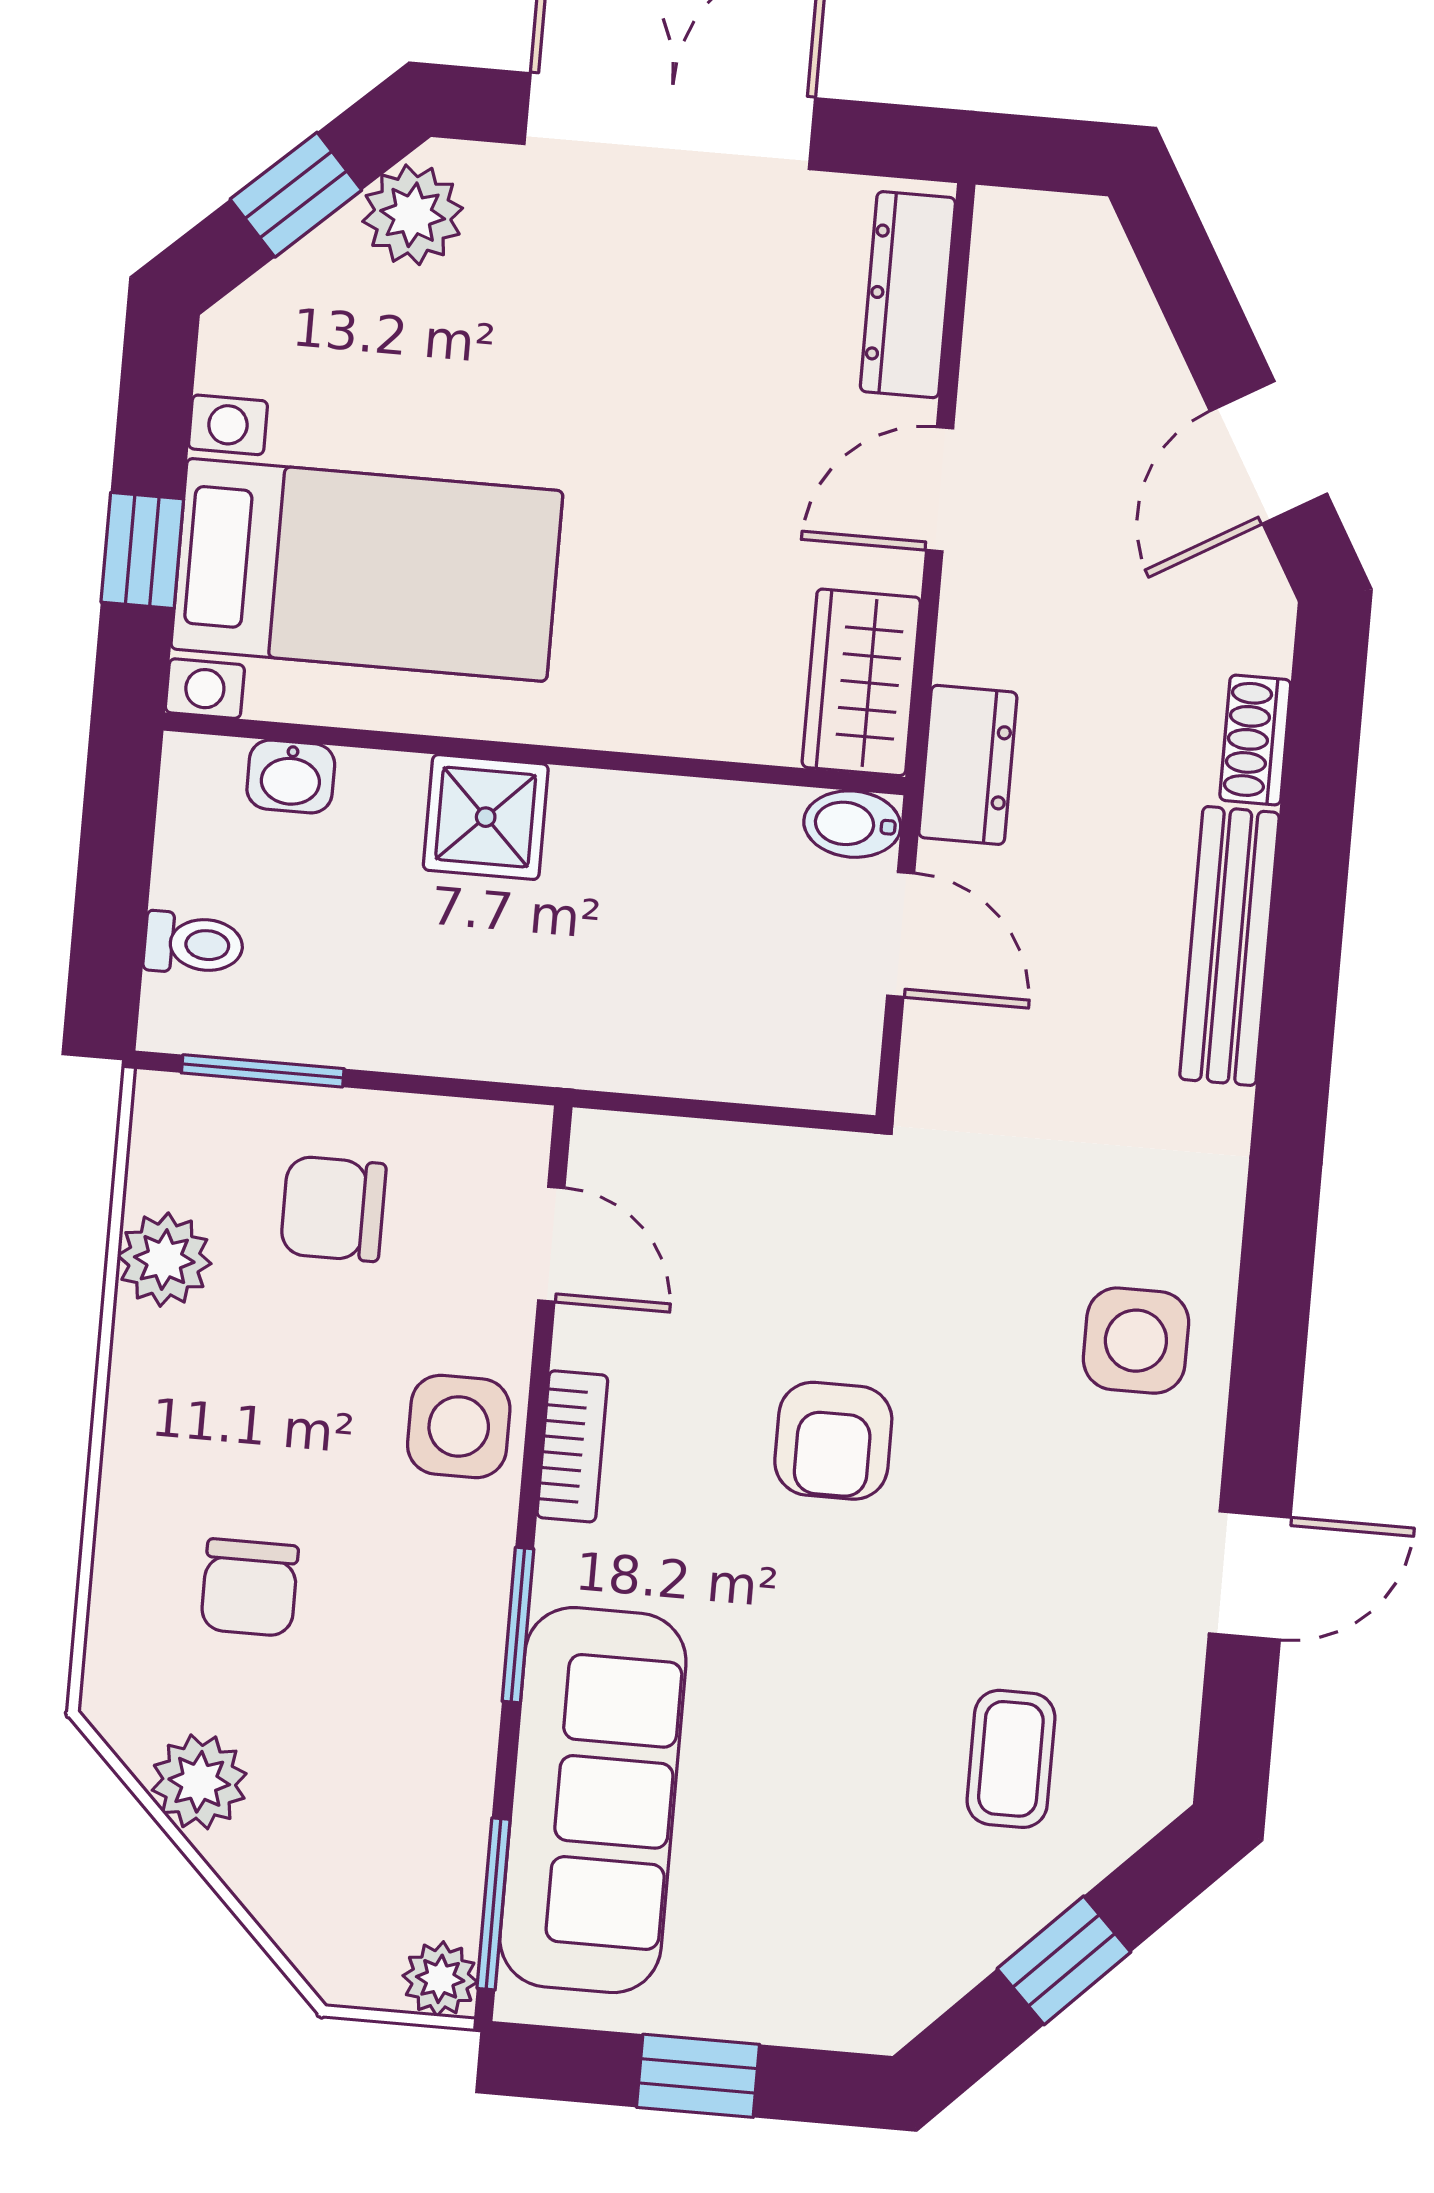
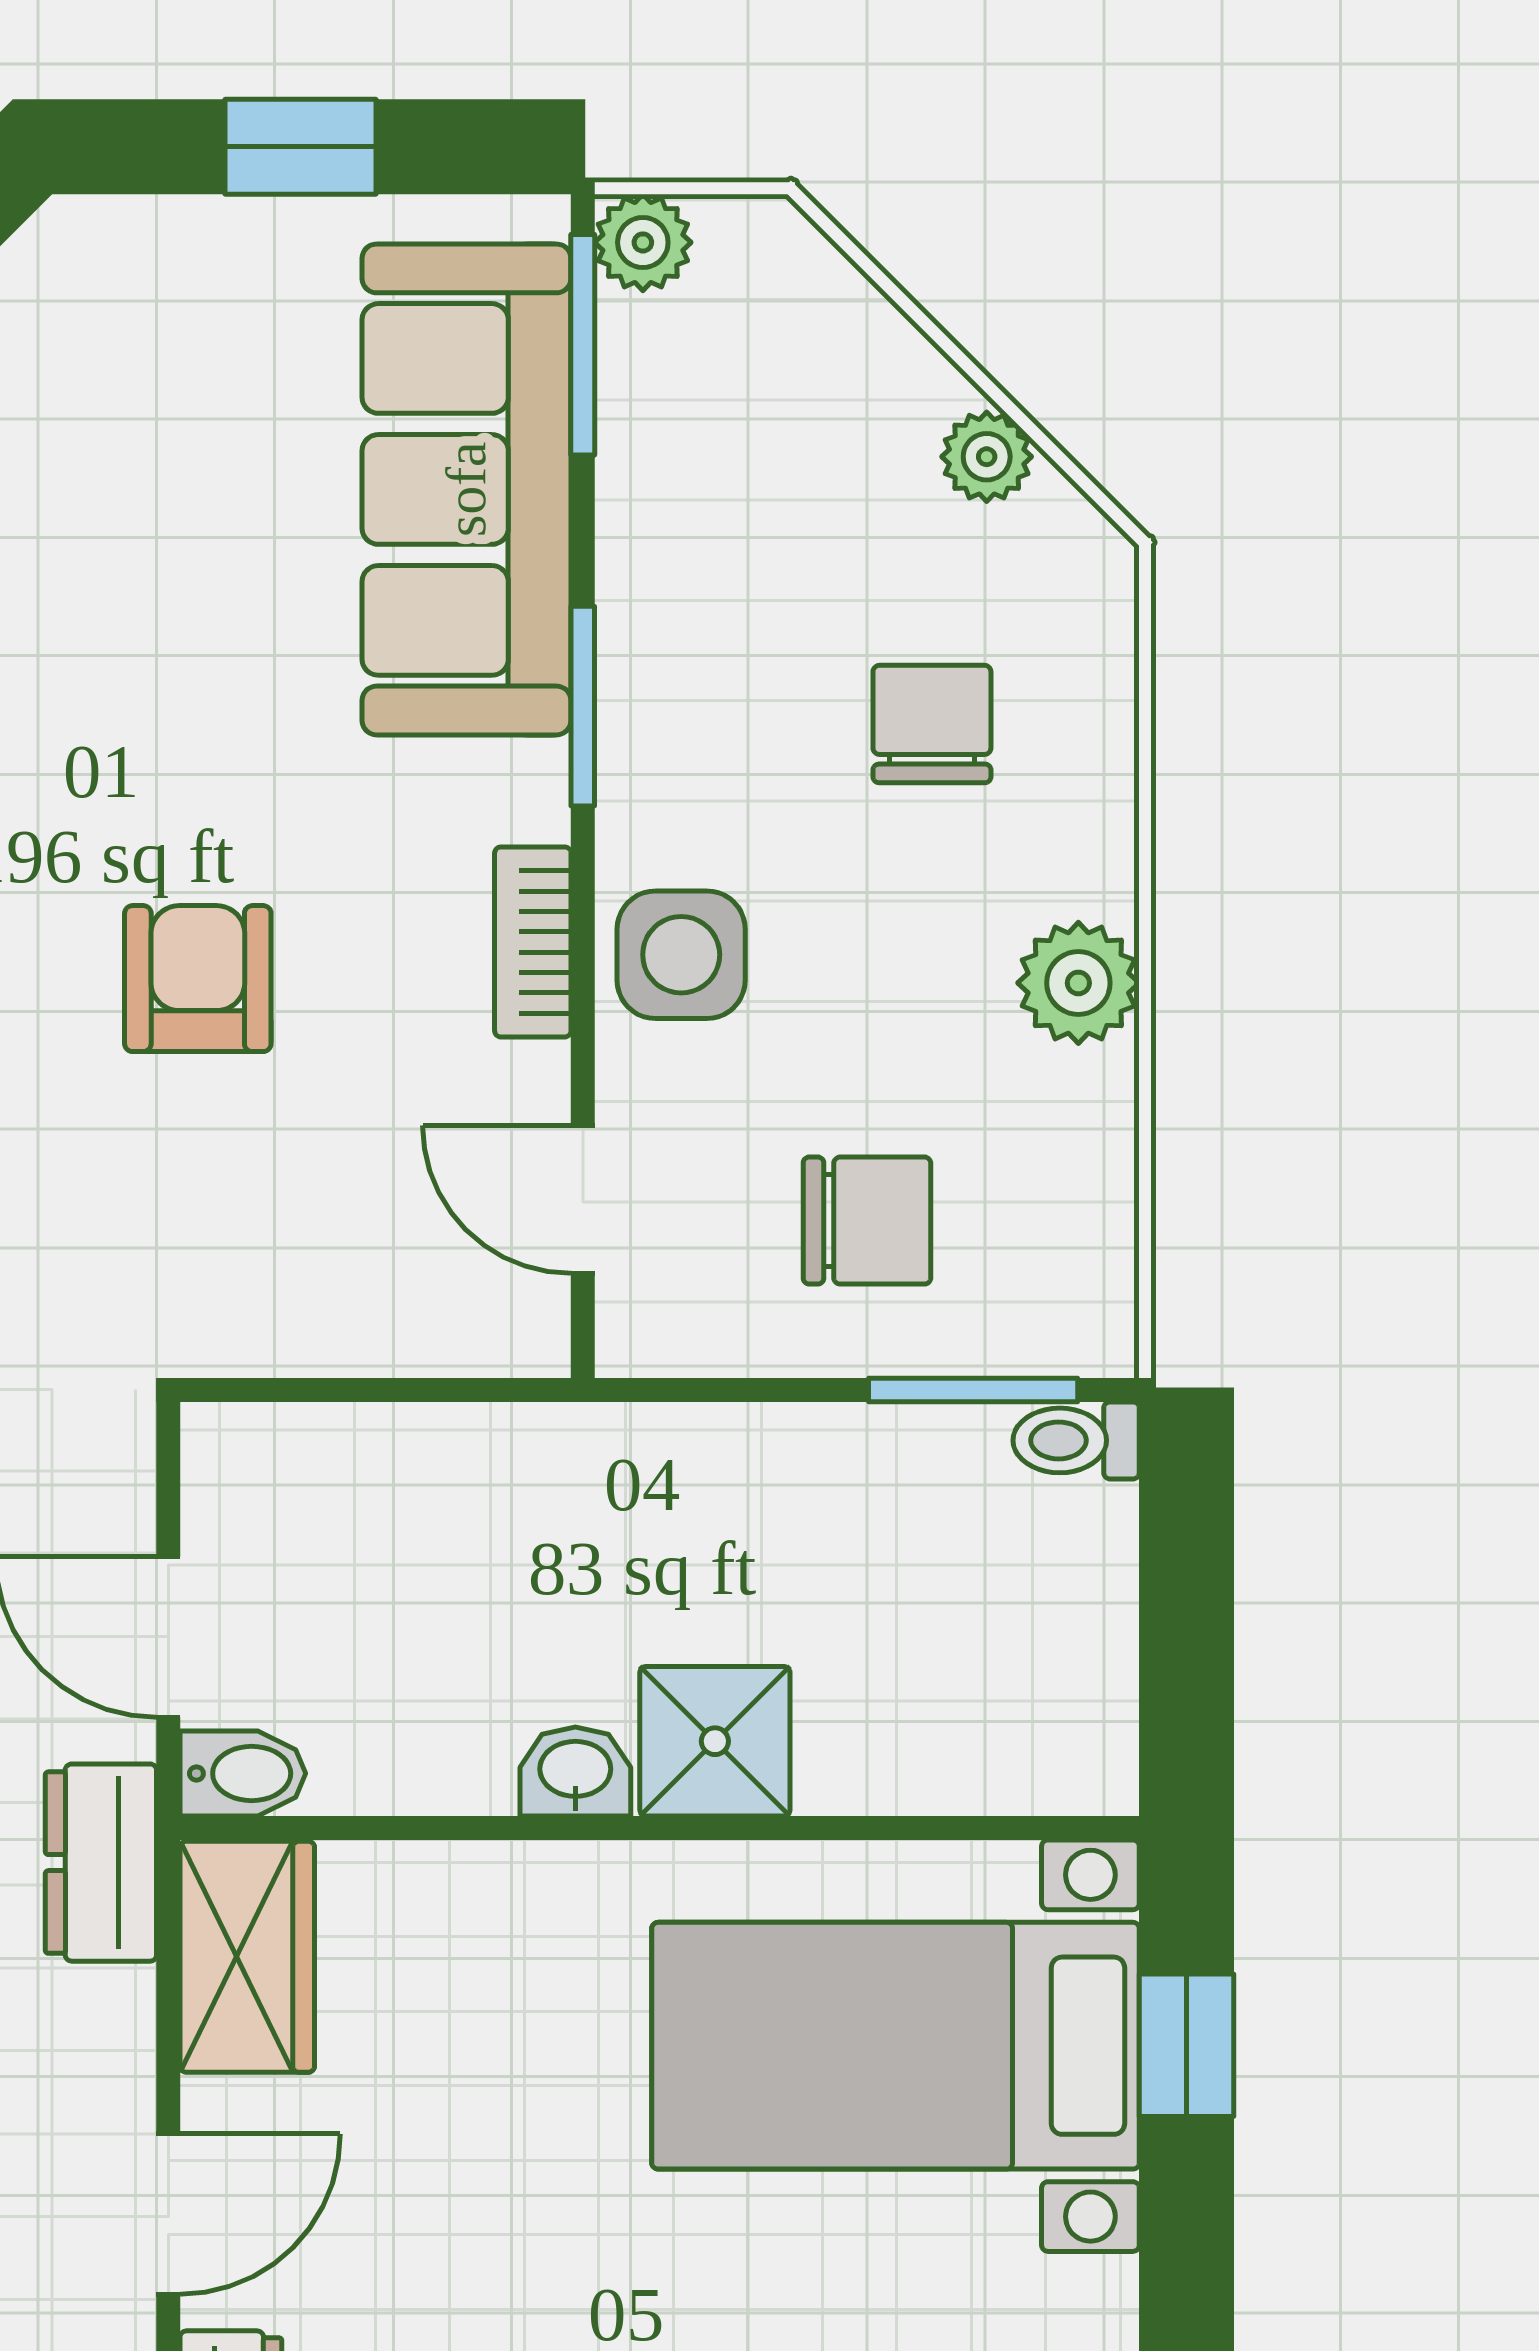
washbasin: (291, 776) -> (575, 1772), moved
toilet: (194, 944) -> (1076, 1440), moved
plant: (164, 1260) -> (1078, 983), moved
plant: (199, 1782) -> (987, 457), width x0.73, depth x0.73

